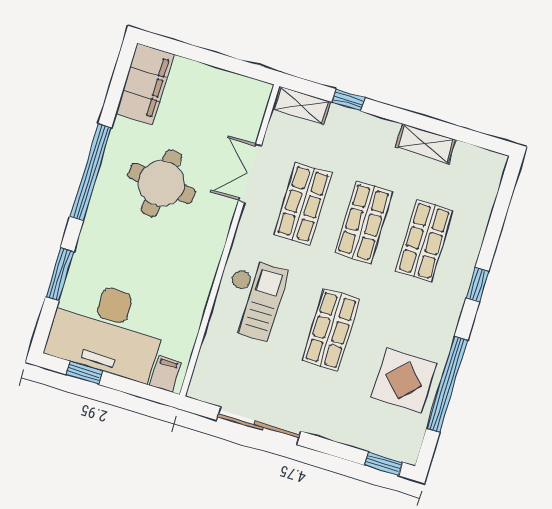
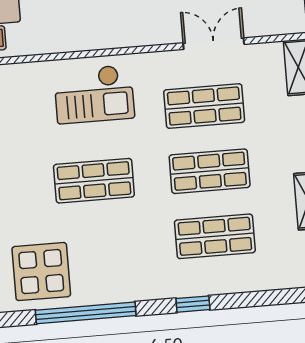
display table: (404, 380) -> (41, 272), moved

